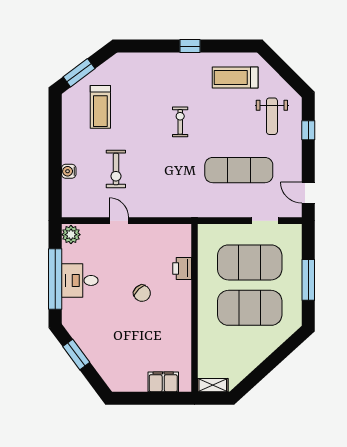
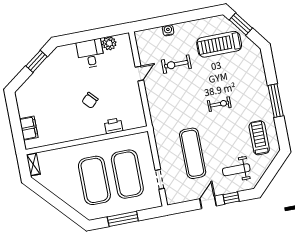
window: (190, 46) -> (276, 101), width x2.17
treadmill: (100, 107) -> (219, 44), width x1.37, depth x1.38
door: (308, 193) -> (208, 202), moved
plant: (71, 235) -> (109, 43), moved
window: (55, 279) -> (88, 35), removed

